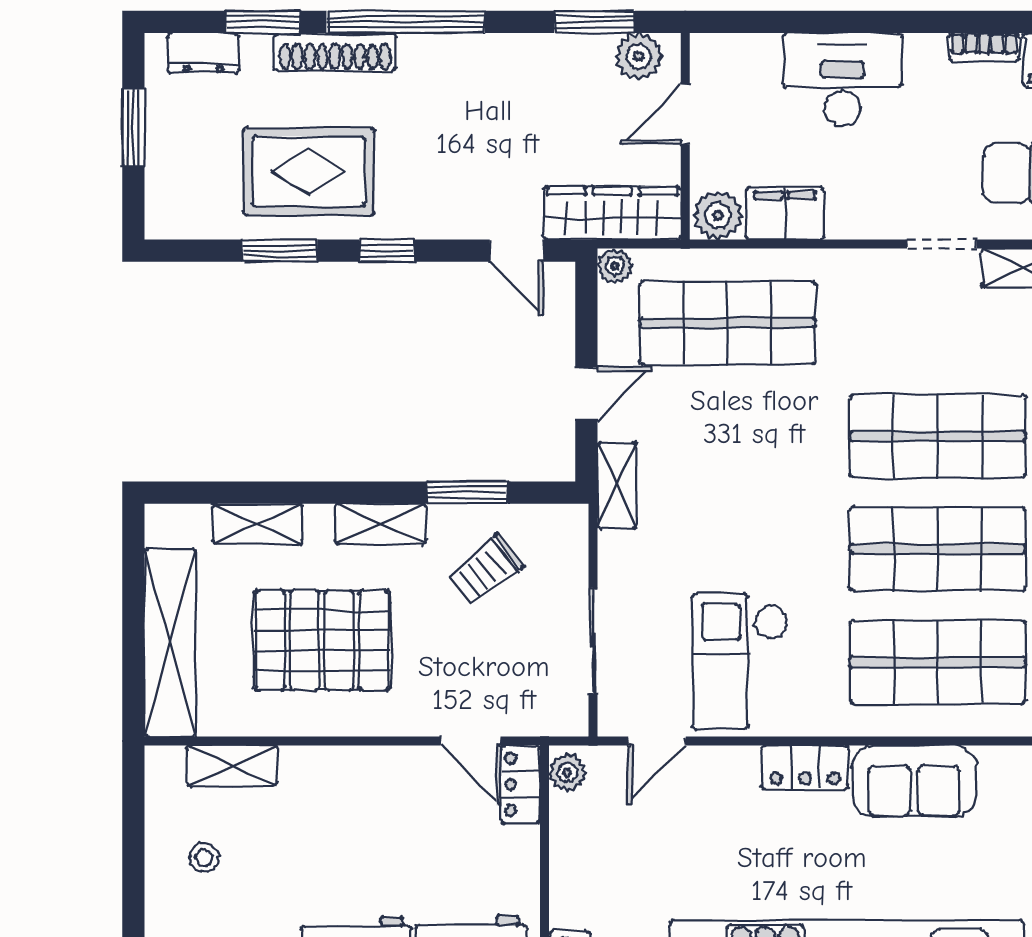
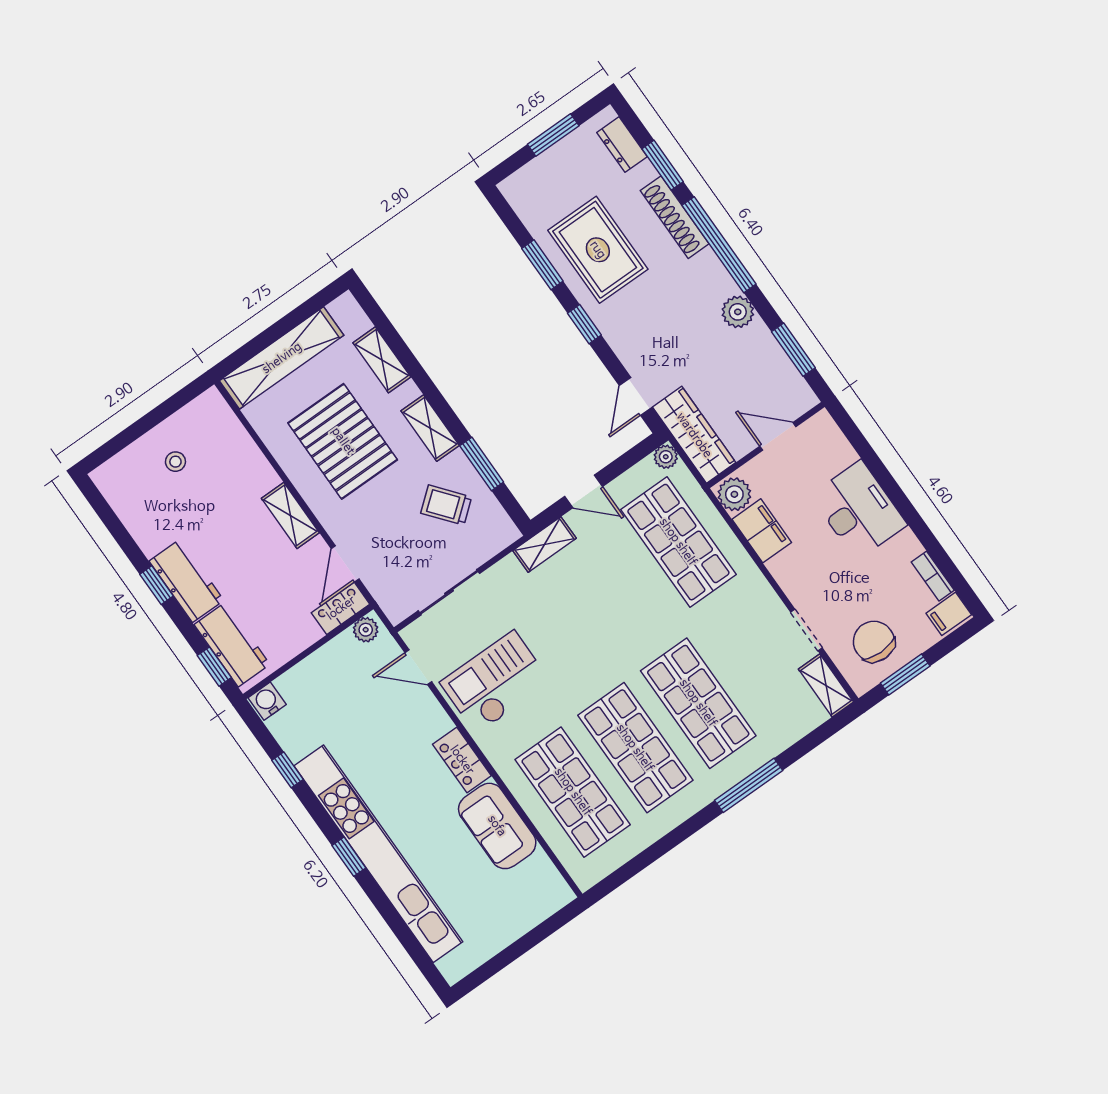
plant: (639, 56) -> (738, 312), moved
shelving: (233, 766) -> (290, 516), moved

